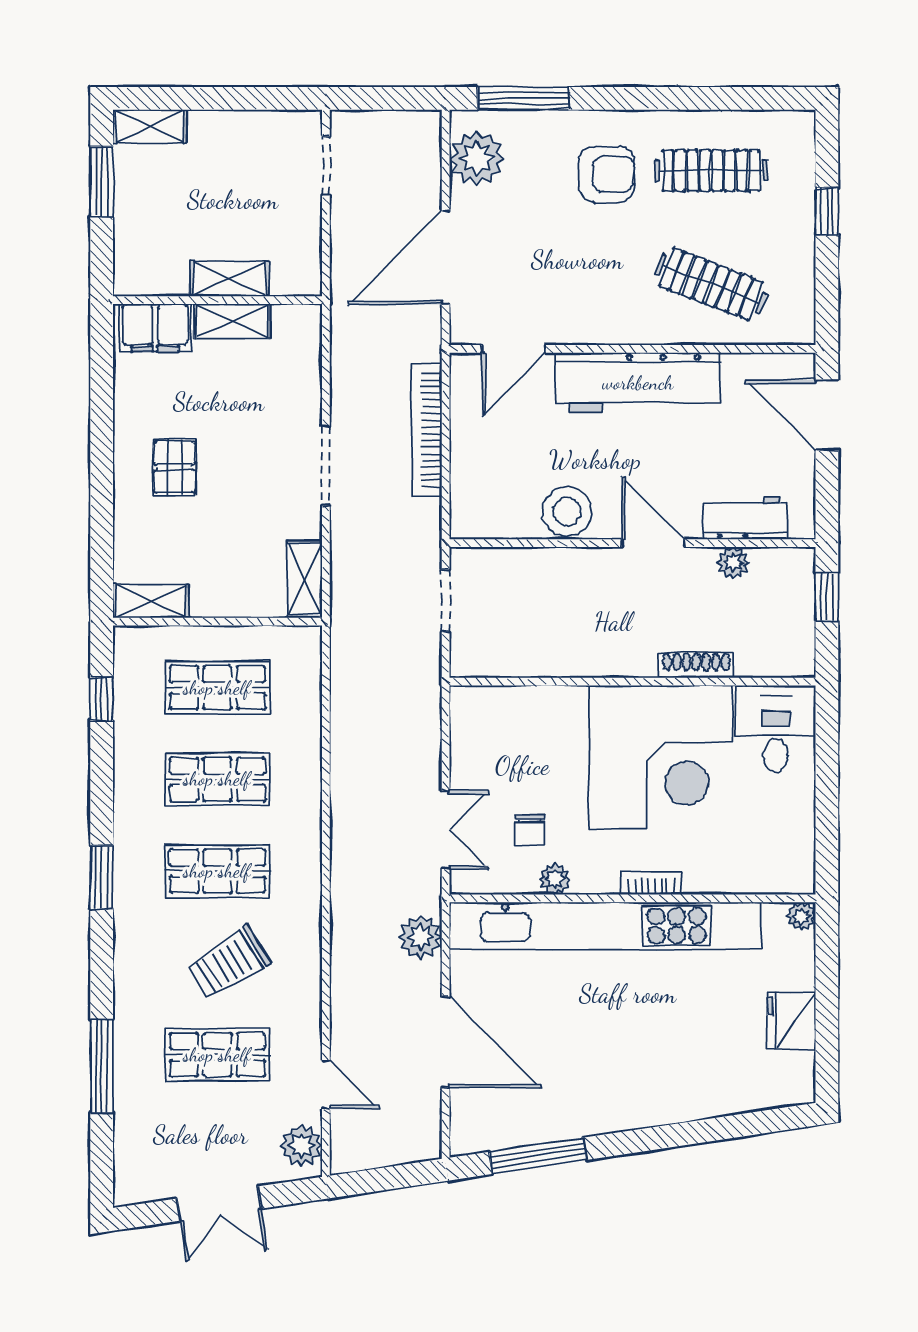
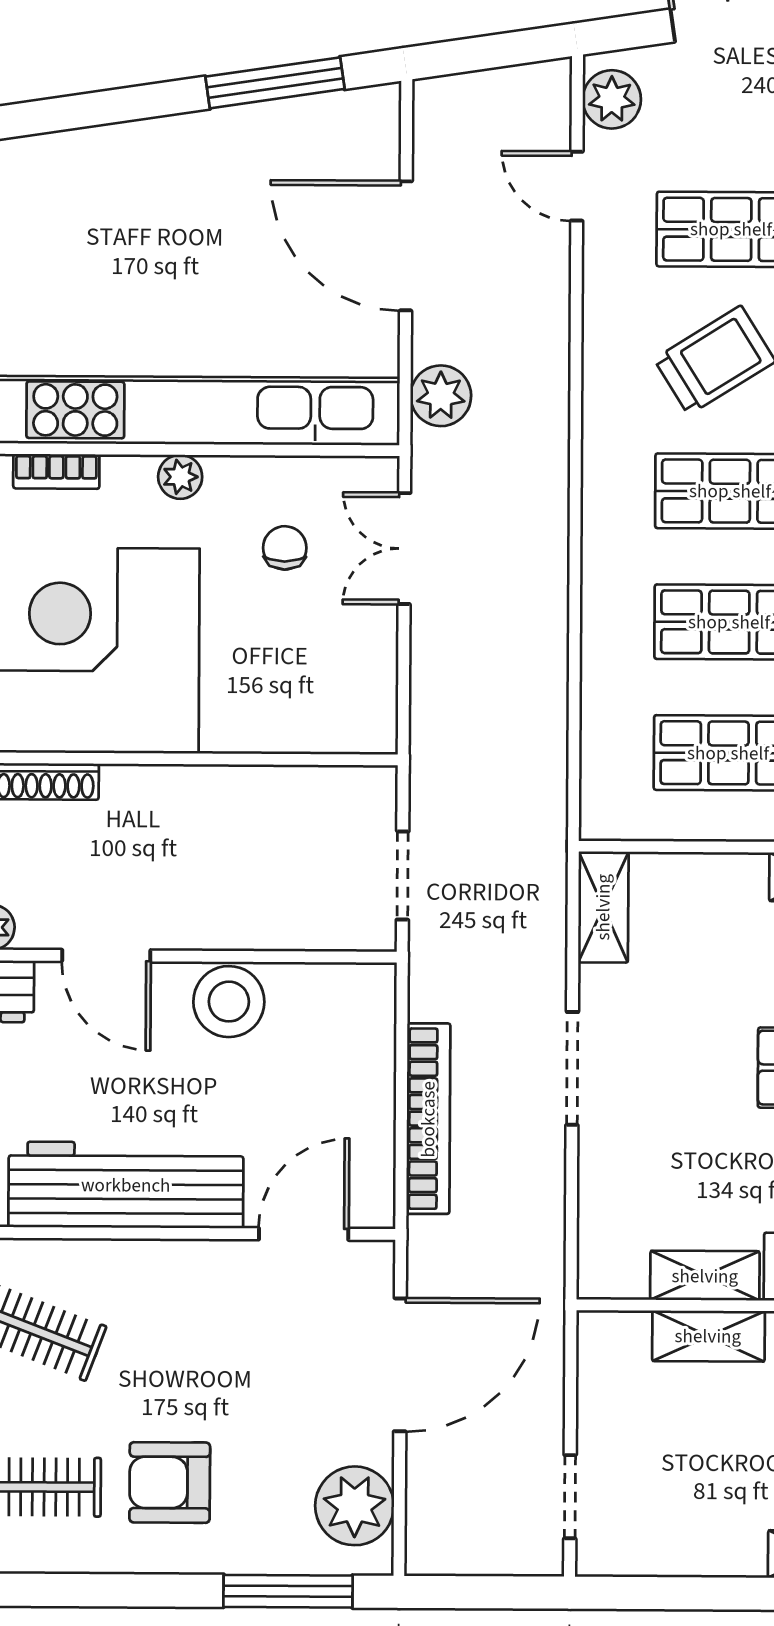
plant: (555, 879) -> (180, 477), moved
bookcase: (651, 883) -> (56, 471), moved

